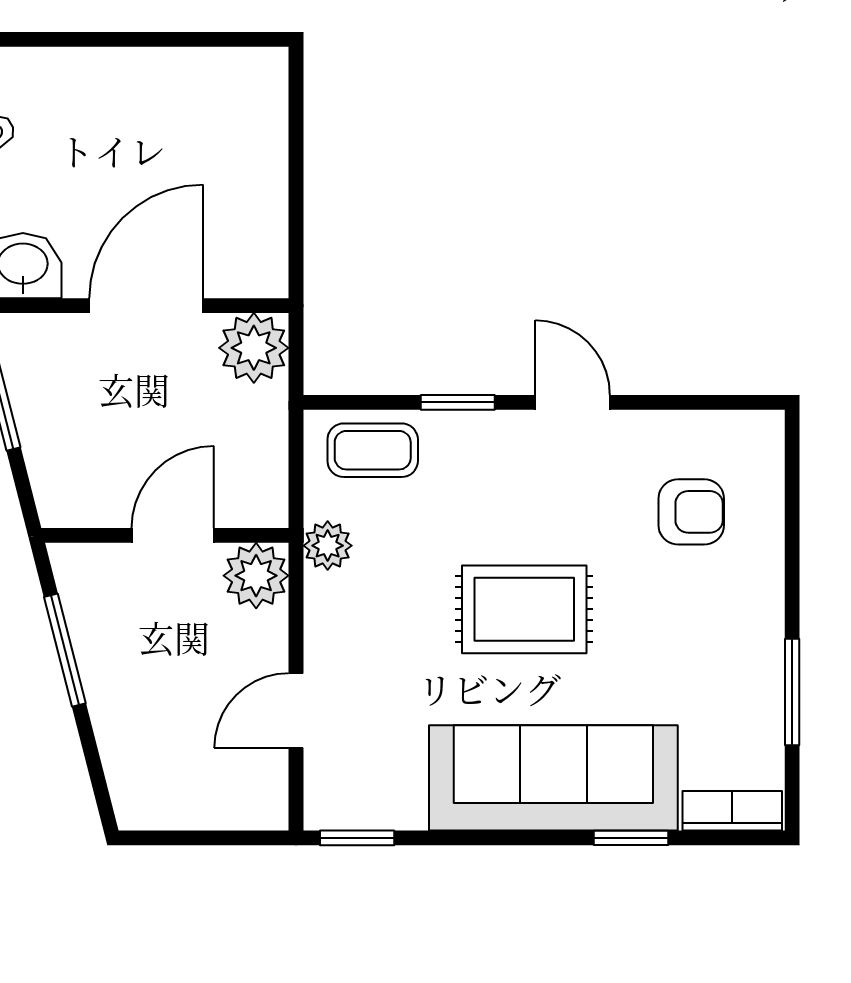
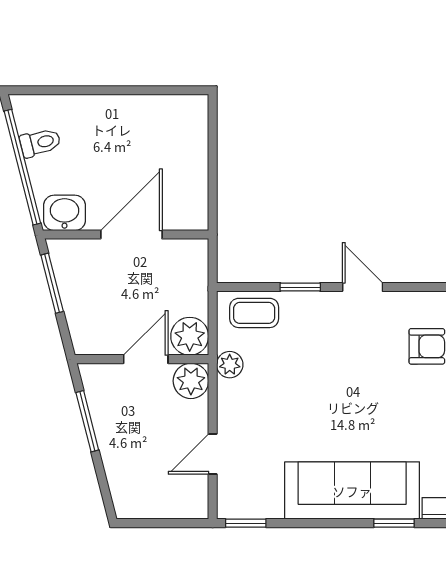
plant: (254, 348) -> (190, 336), moved
rug: (524, 609) -> (336, 399), removed

